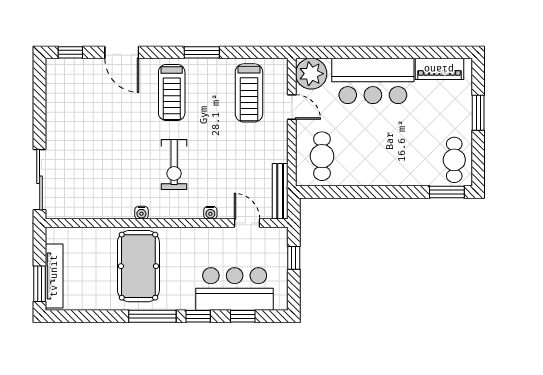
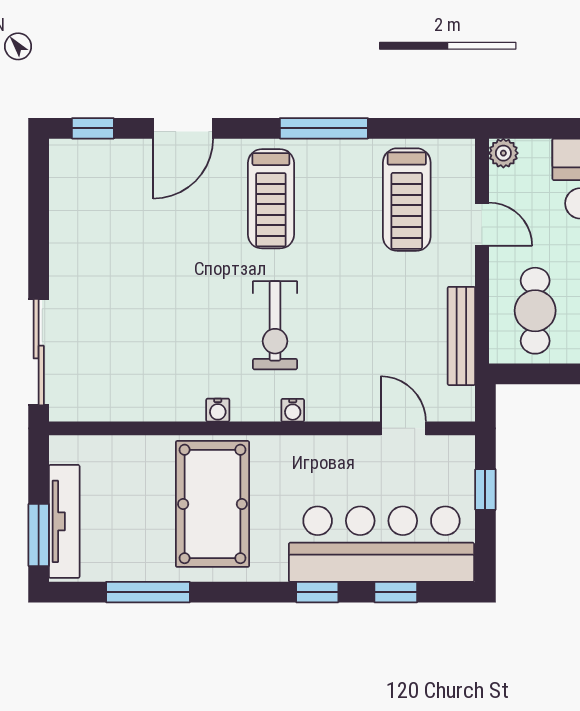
door: (122, 52) -> (183, 128), hinge flipped
window: (202, 52) -> (324, 128), width x1.44
plant: (311, 74) -> (503, 153), width x0.53, depth x0.53
bench: (280, 191) -> (461, 336), moved
water cooler: (210, 213) -> (293, 410), moved
bar counter: (235, 289) -> (381, 544), width x1.36
window: (152, 316) -> (148, 592), moved

